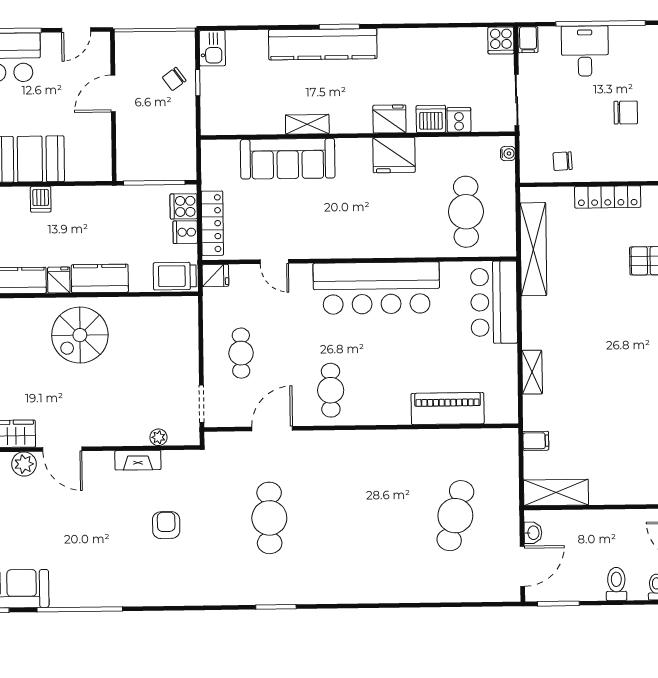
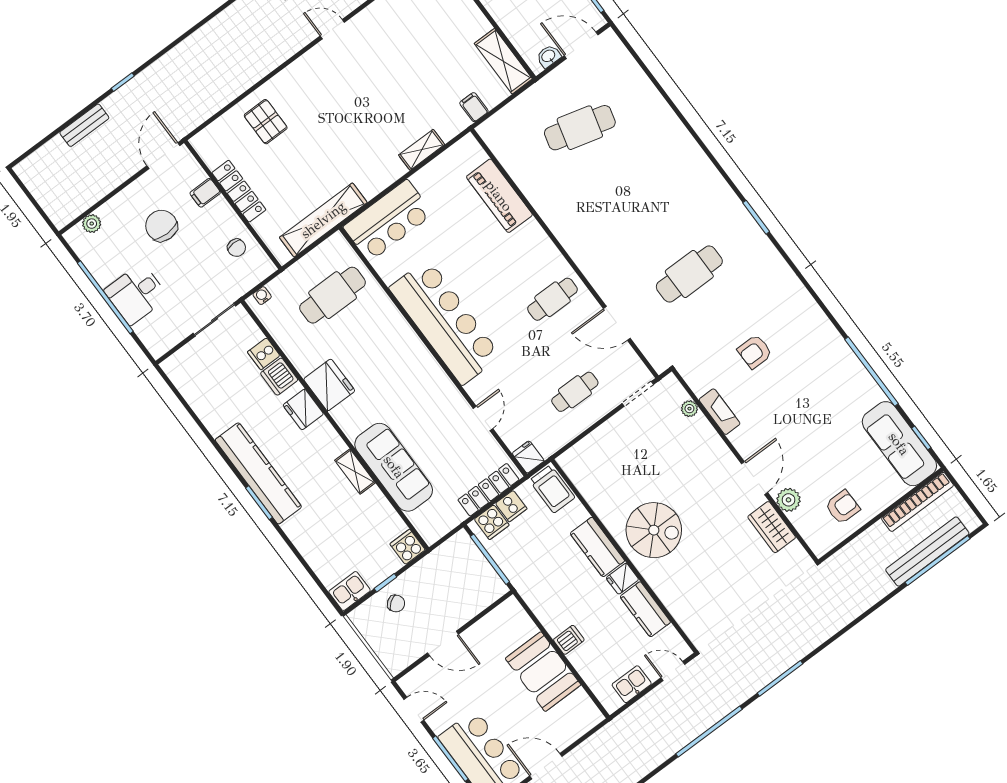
cooker: (501, 40) -> (408, 547), moved, turned -90
filing cabinet: (528, 40) -> (205, 193), moved, turned 180
kitchen counter: (323, 44) -> (258, 473), moved
chair: (626, 113) -> (161, 226), width x1.37, depth x1.37

